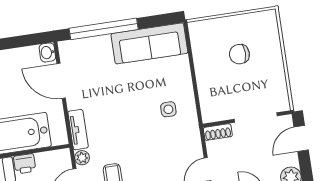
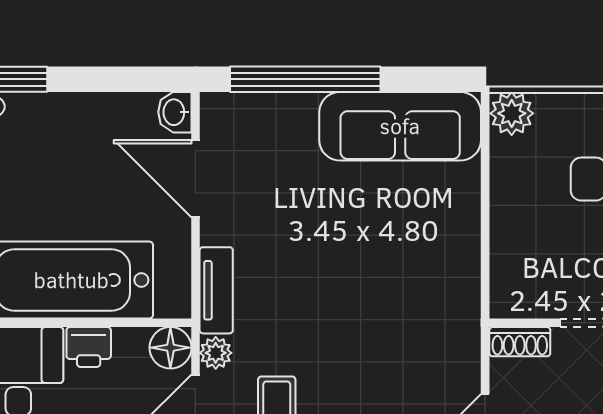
plant: (199, 30) -> (512, 113), added
side table: (168, 109) -> (420, 276), removed
floor lamp: (61, 158) -> (170, 348), added

